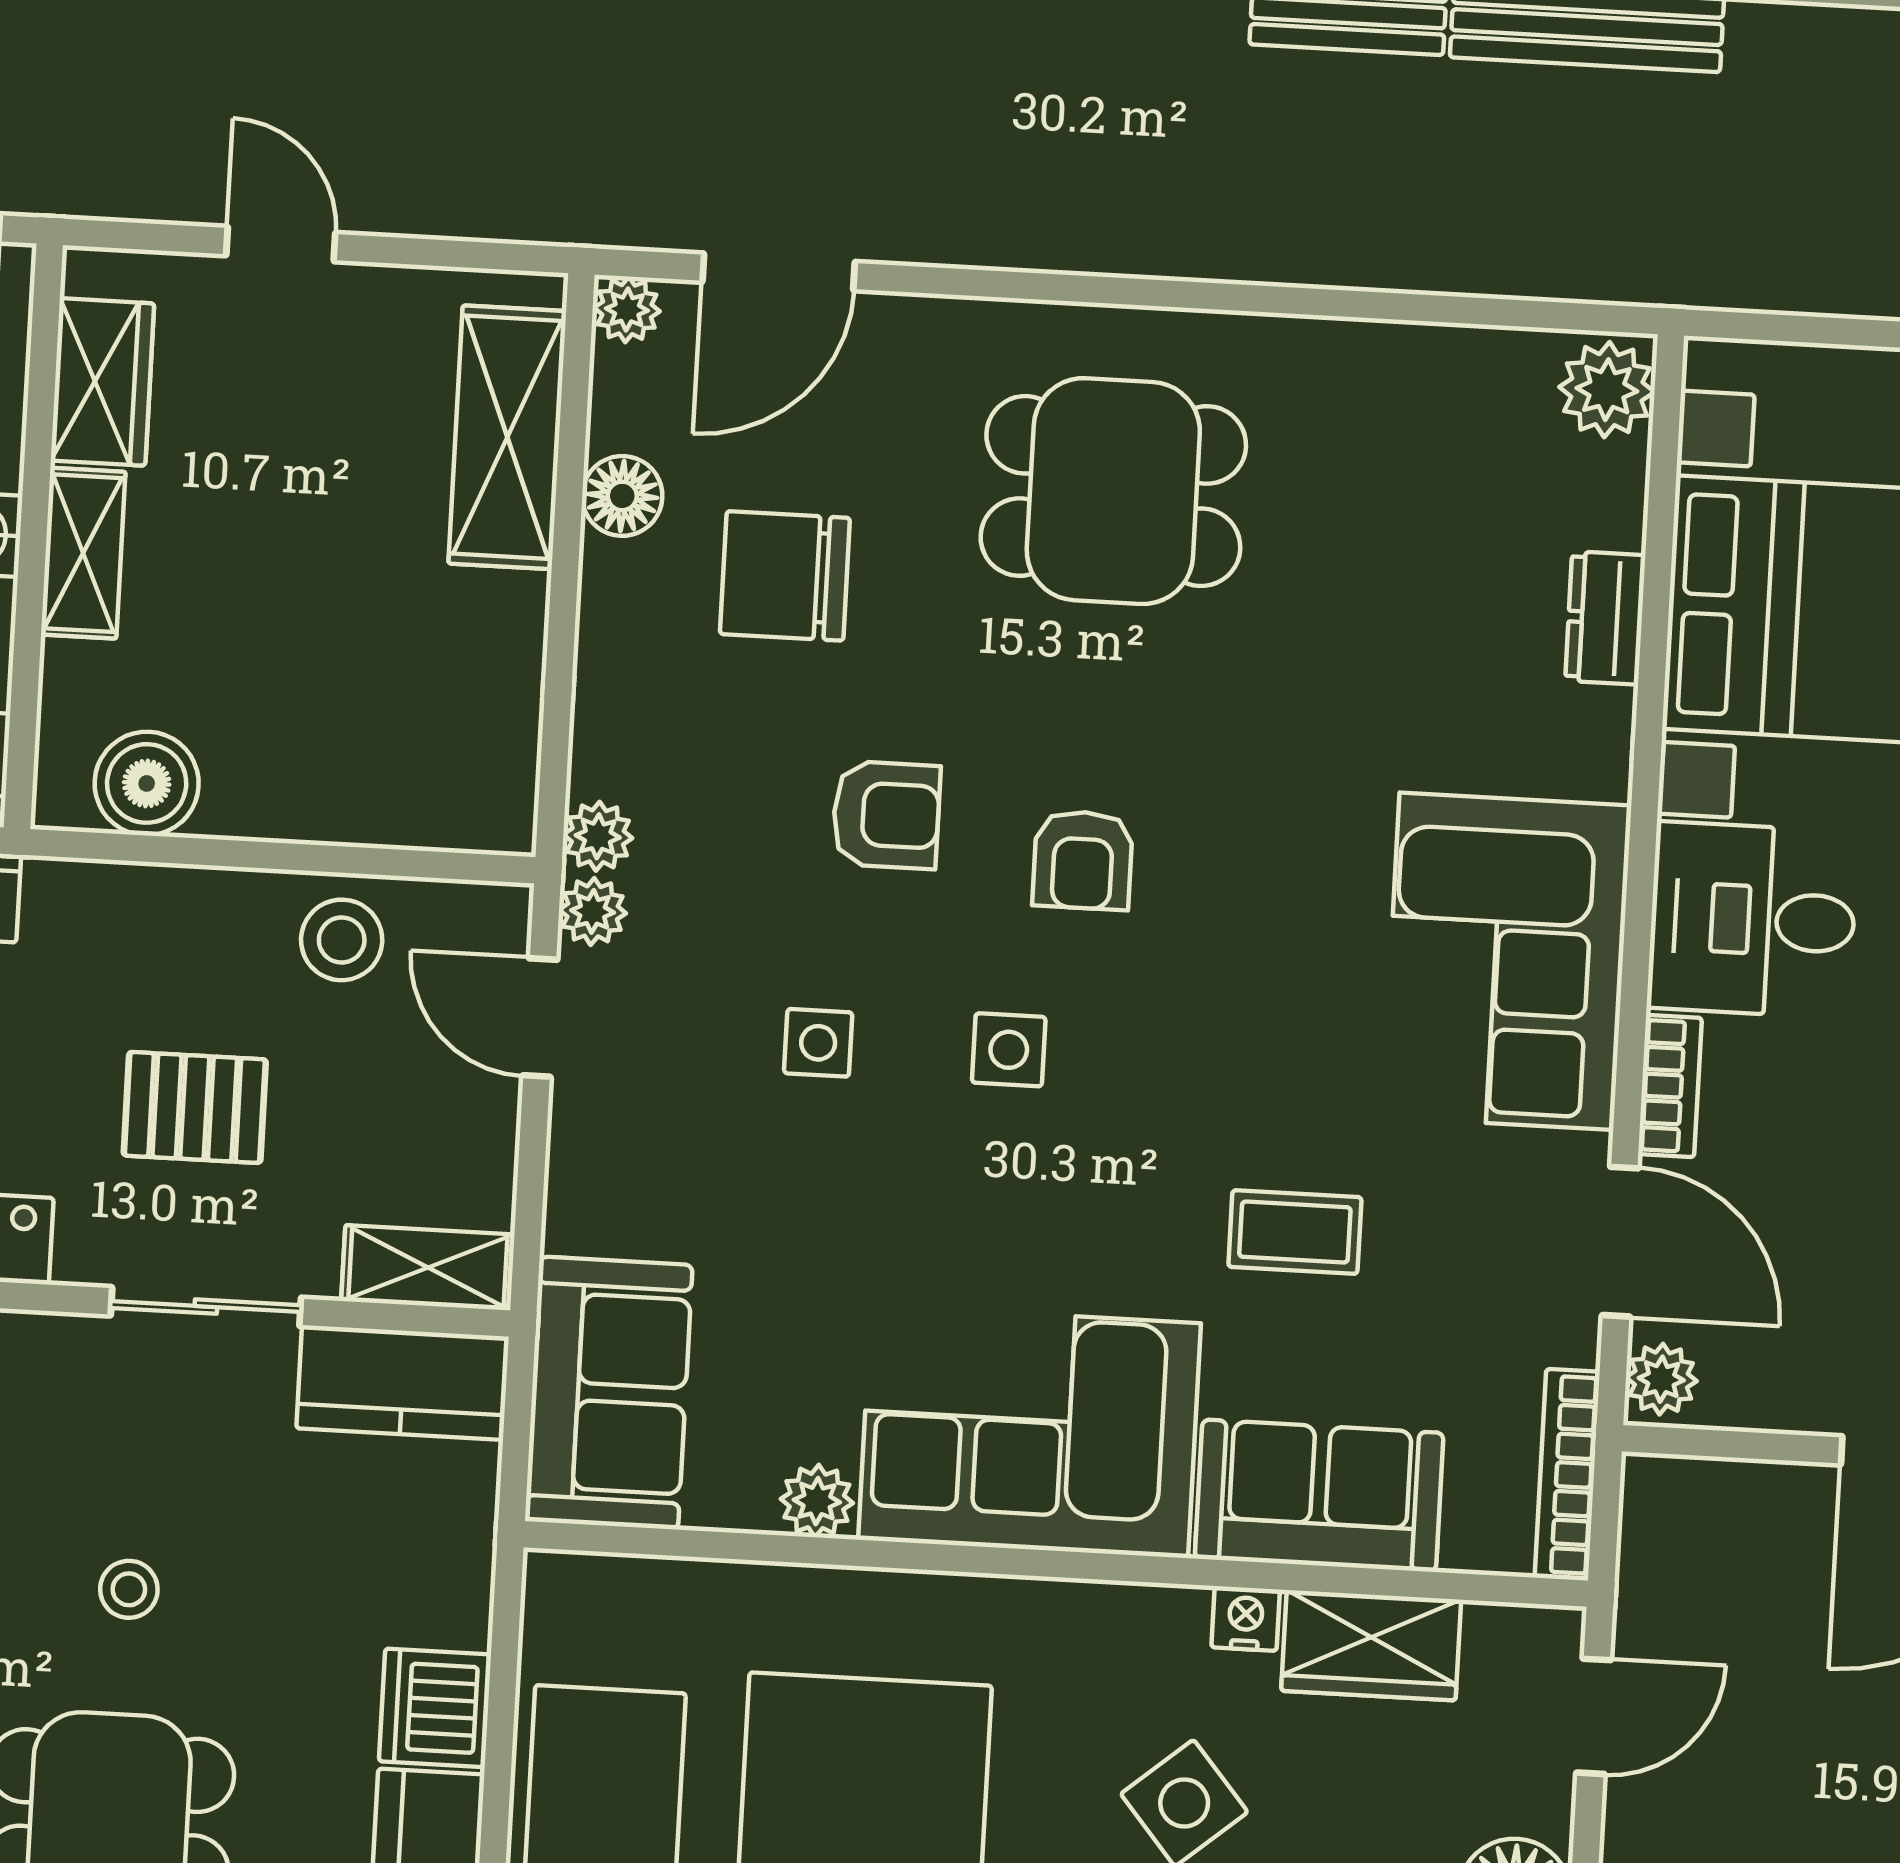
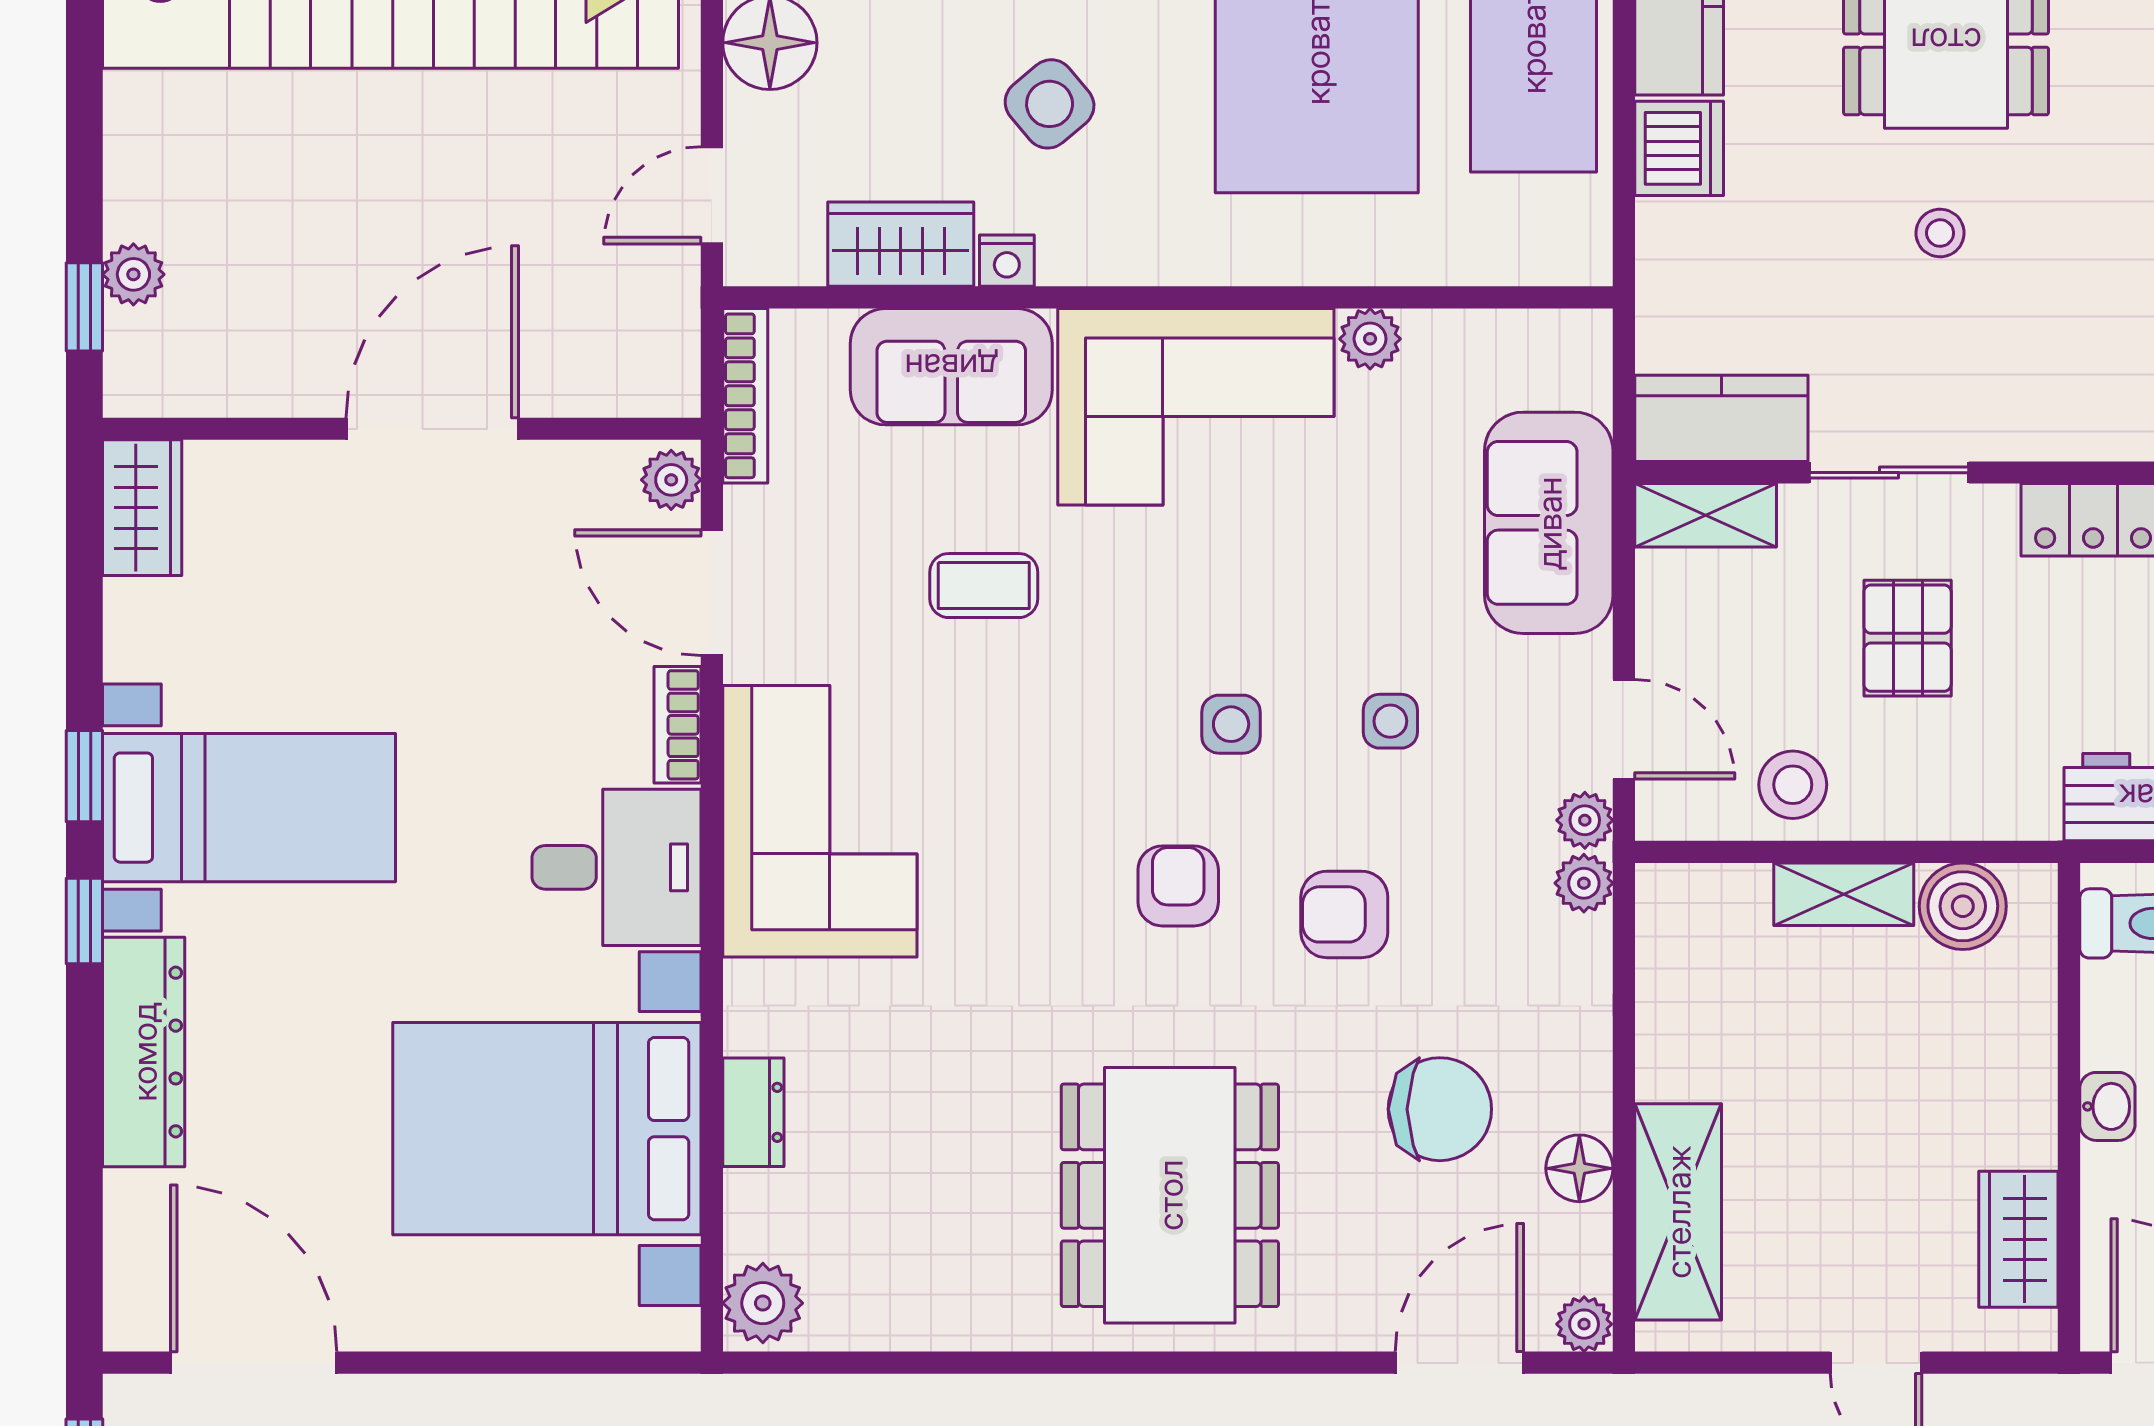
dining table: (1113, 491) -> (1170, 1195), width x1.38
shelving: (83, 553) -> (1844, 894), moved, turned 90
pallet: (195, 1107) -> (1908, 638), turned 90
sofa: (609, 1393) -> (1549, 523), moved

